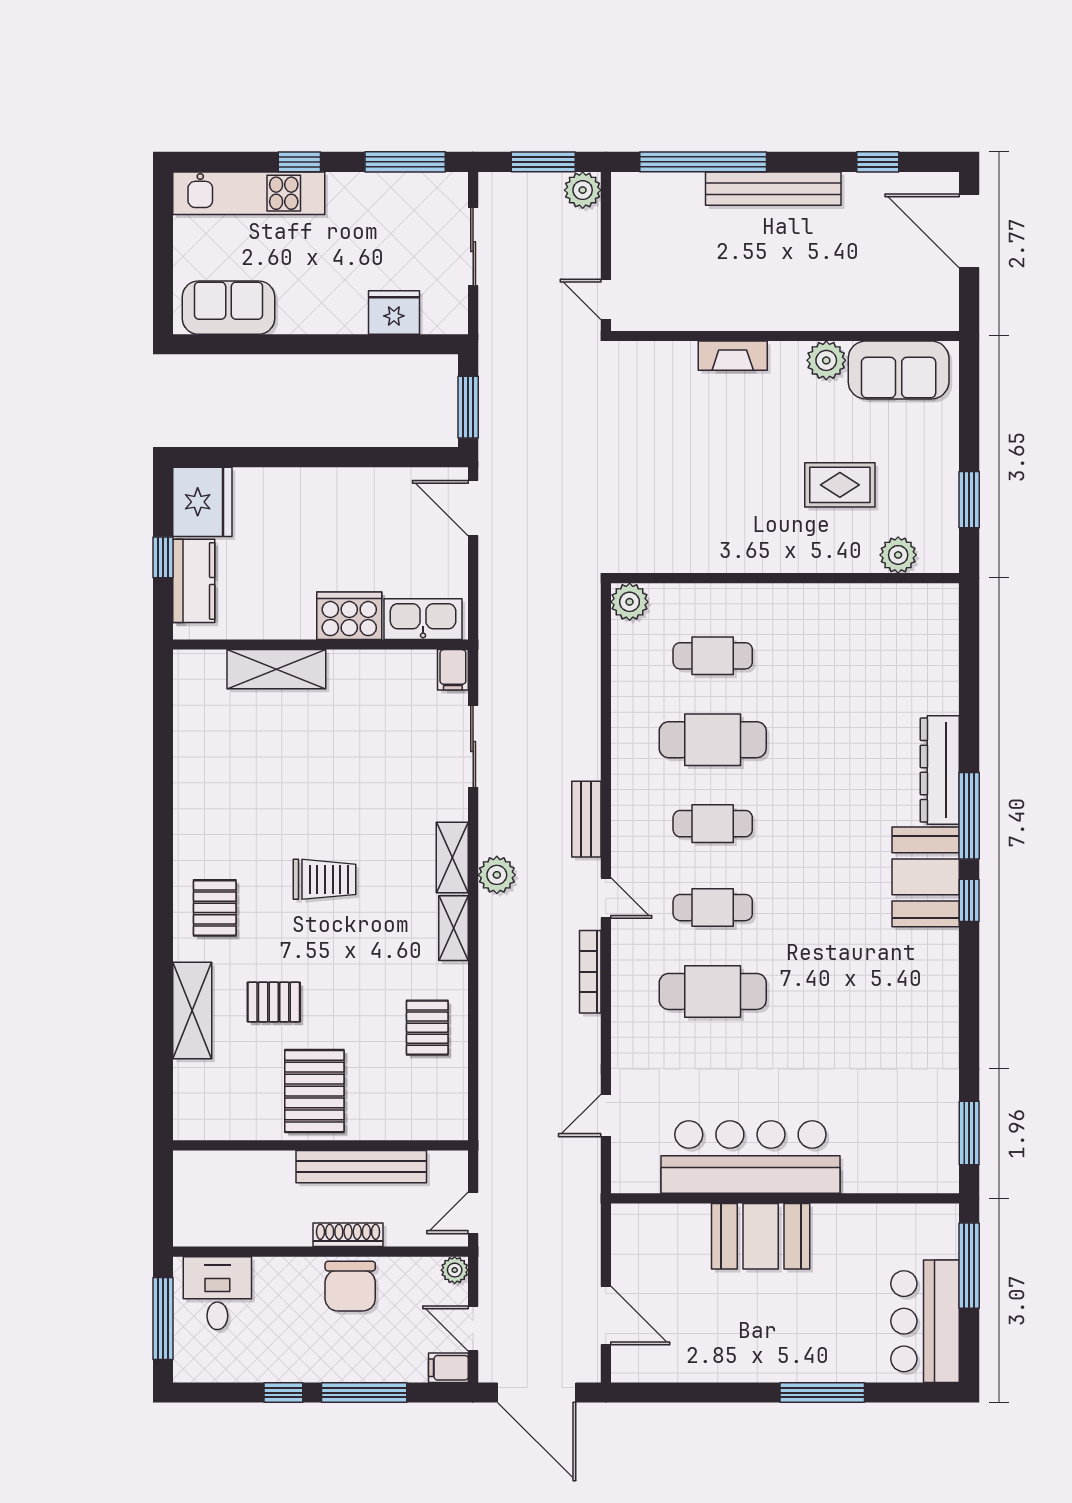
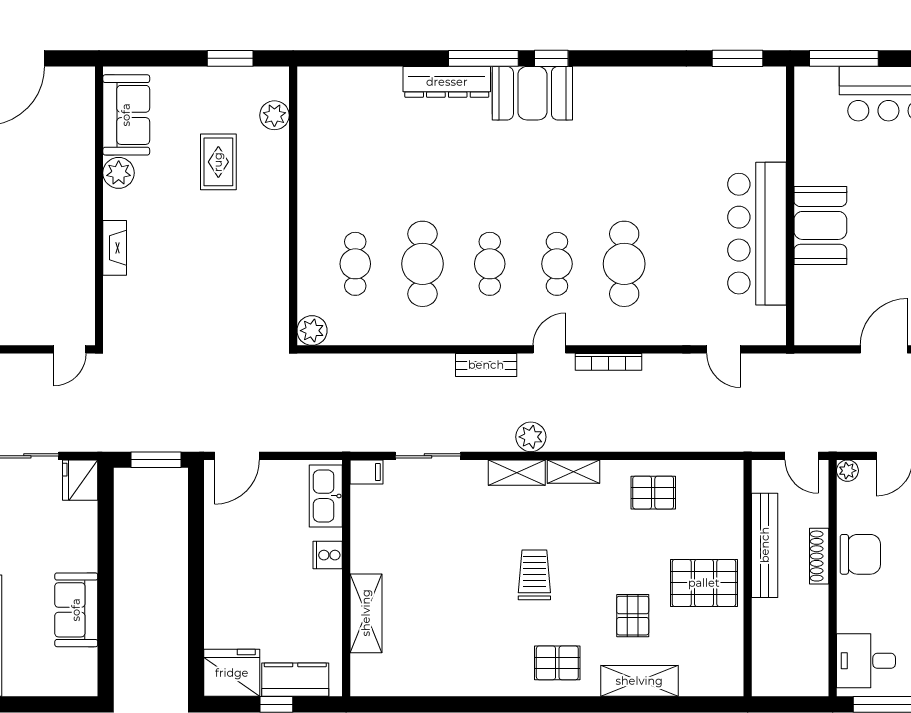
sofa: (228, 308) -> (76, 610), moved
fridge: (394, 312) -> (80, 480), moved
cooker: (349, 616) -> (328, 555), width x0.53, depth x0.76

